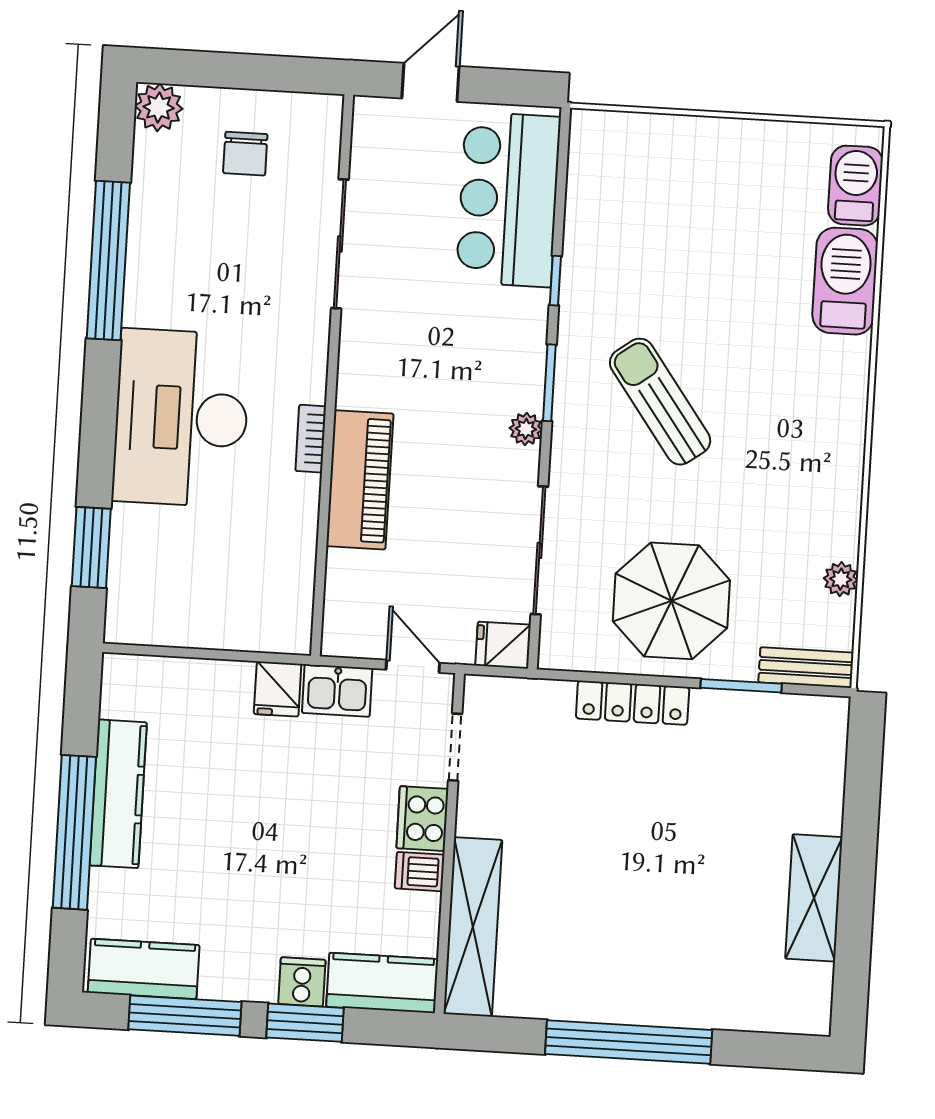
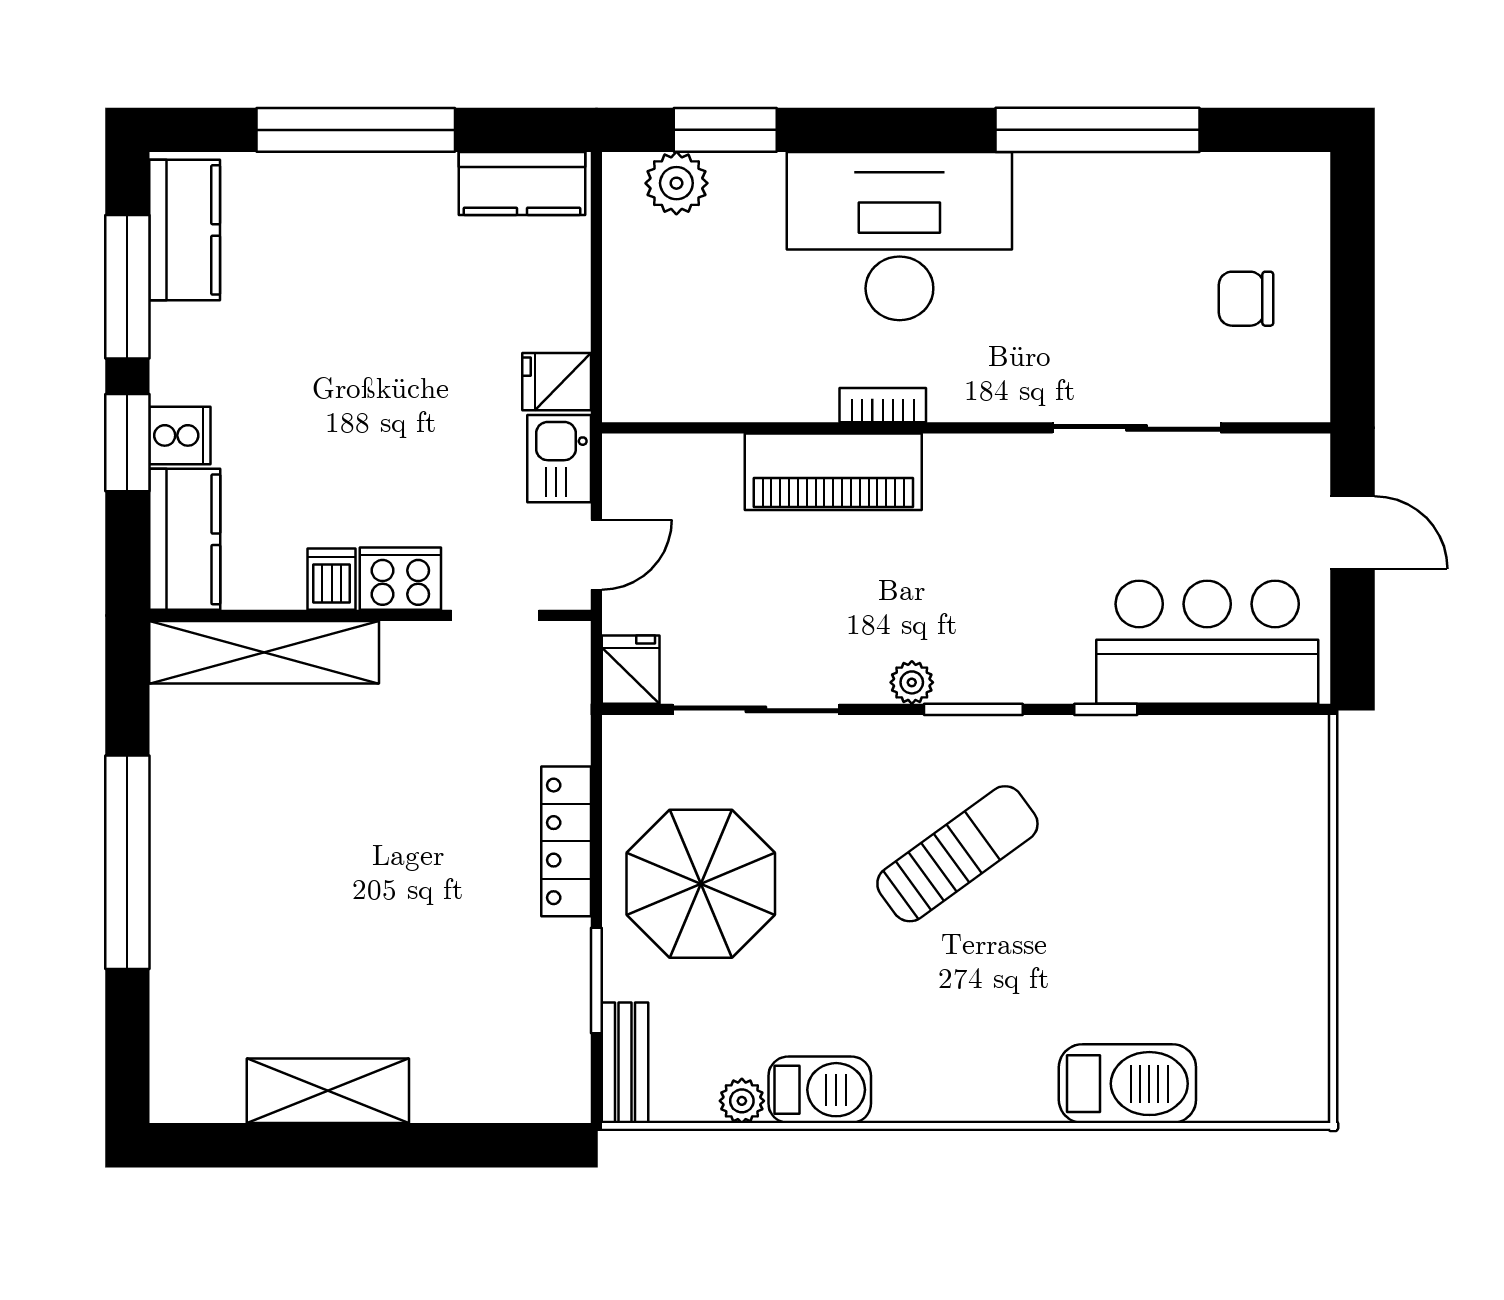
plant: (159, 107) -> (676, 183), moved
barbecue: (855, 186) -> (820, 1090), moved
kitchen counter: (118, 794) -> (522, 184), moved, width x0.67

